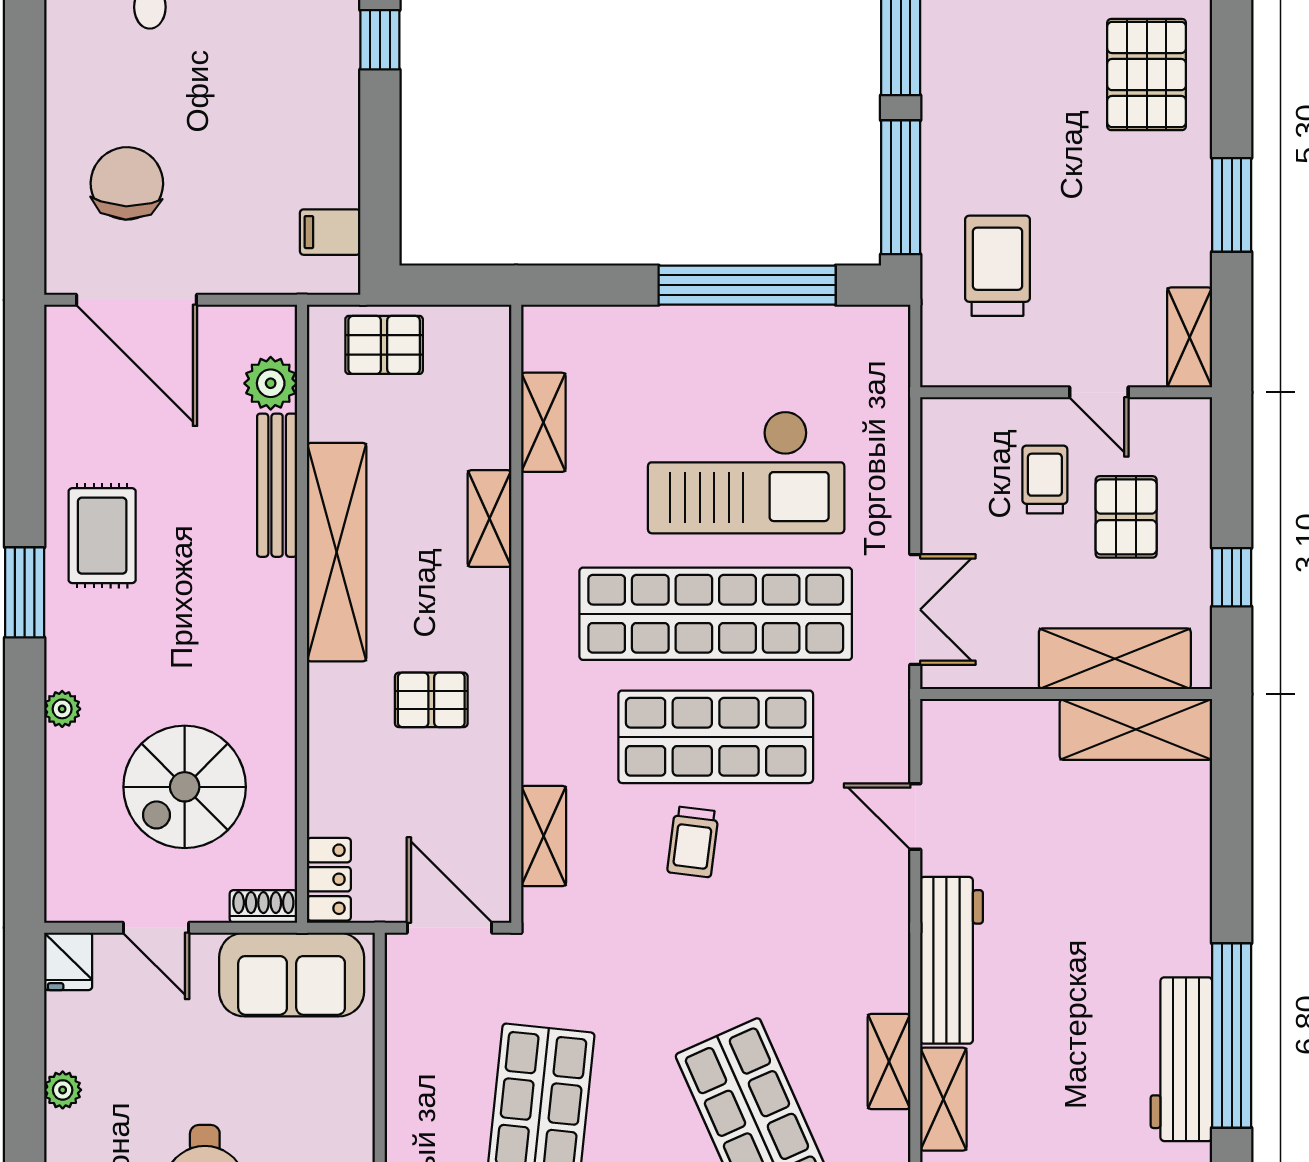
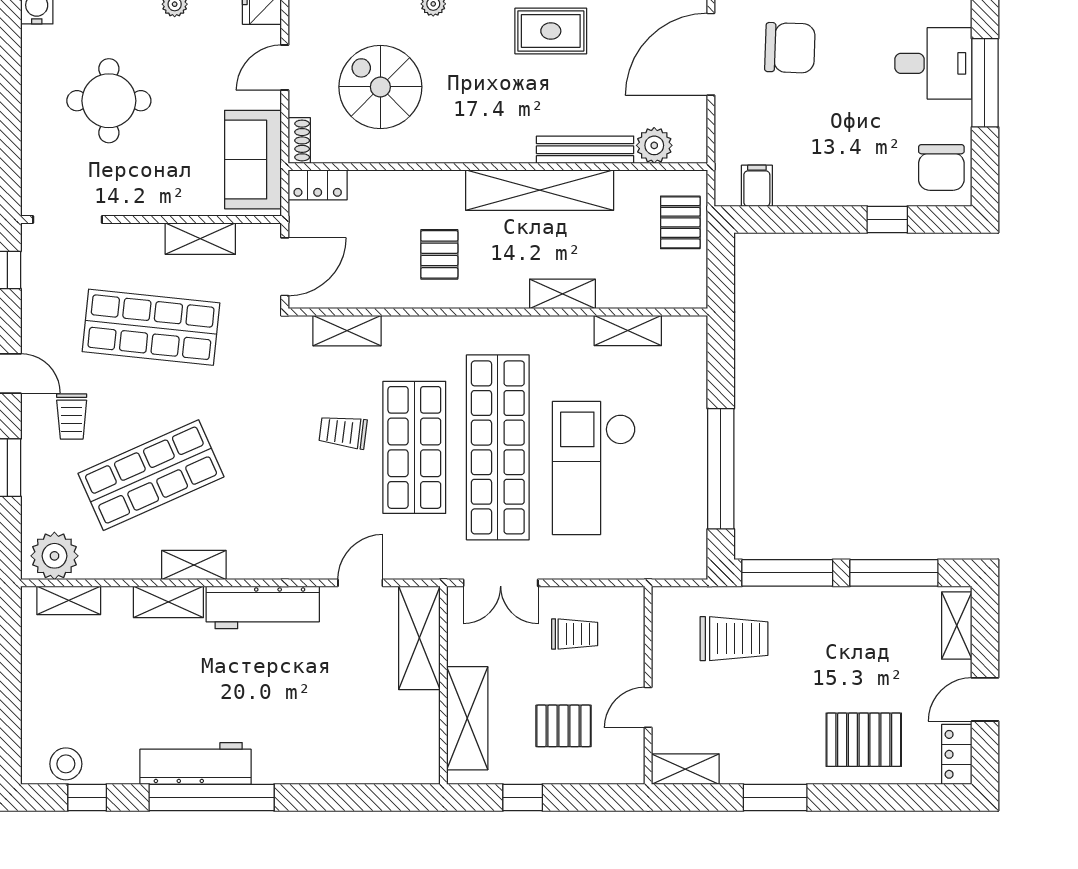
trolley: (1045, 479) -> (575, 634), moved
shelving: (1136, 729) -> (419, 638), moved
shelving: (408, 1052) -> (200, 239), added

